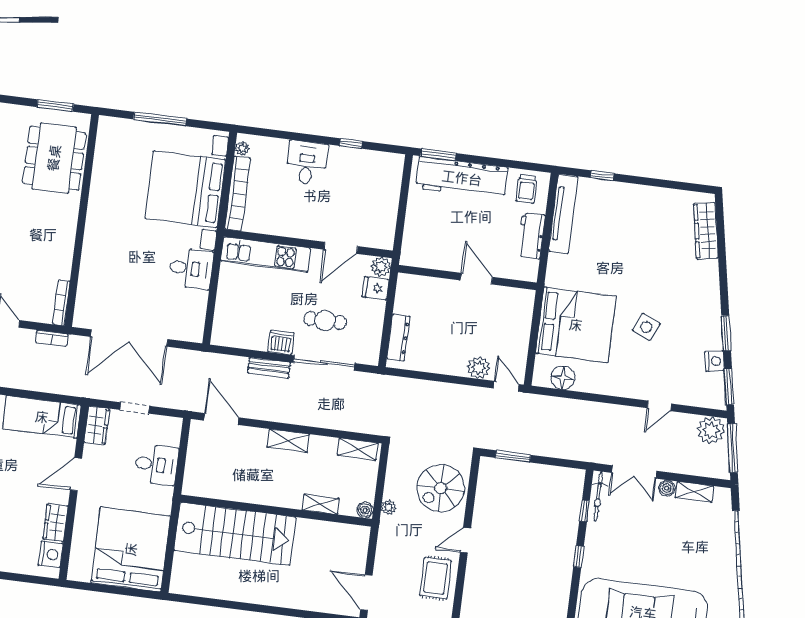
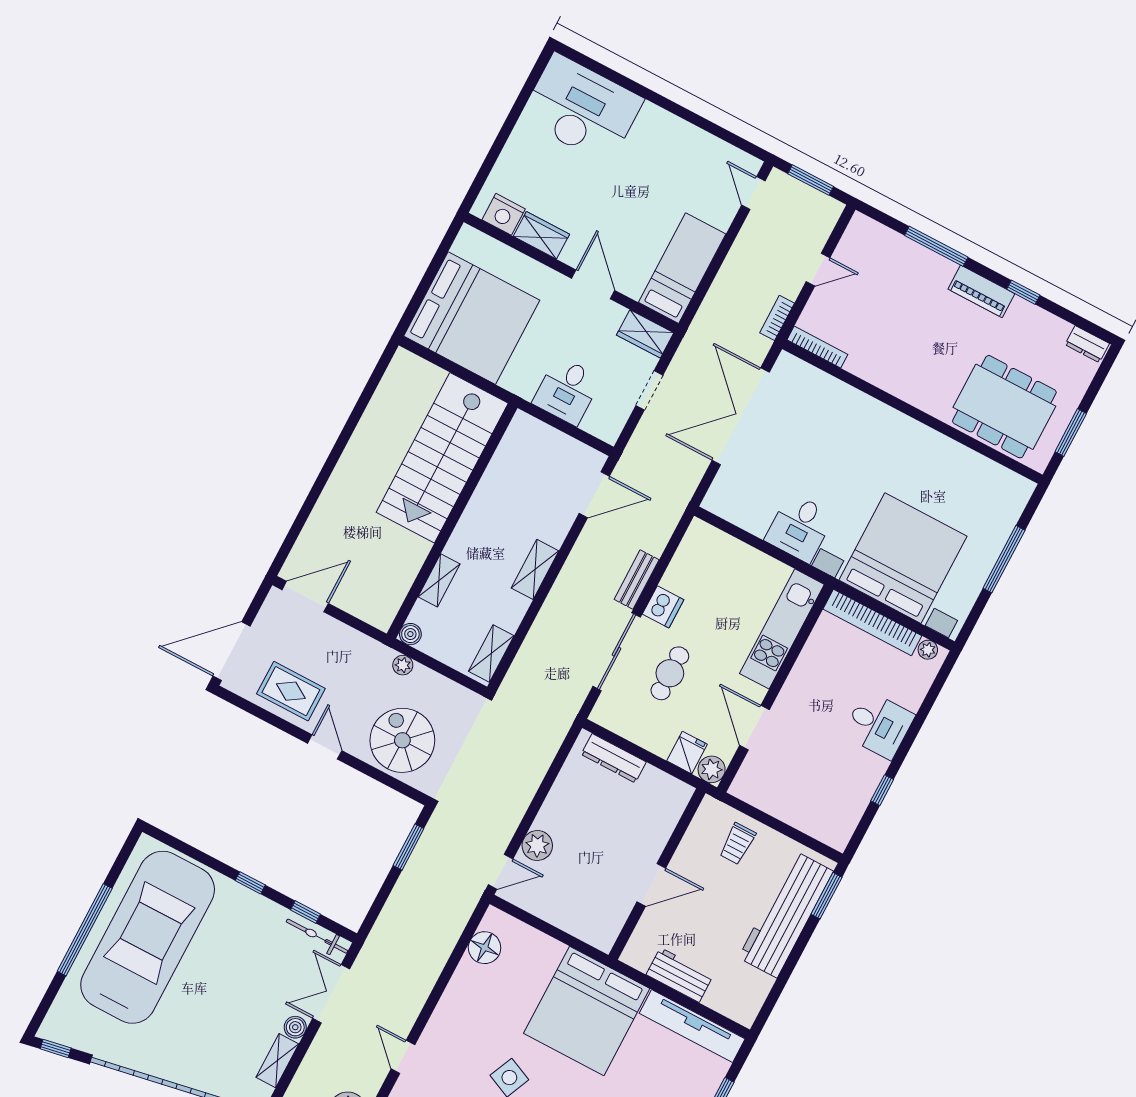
trolley: (526, 189) -> (737, 844), moved, turned -90
bed: (576, 325) -> (587, 1011), moved

